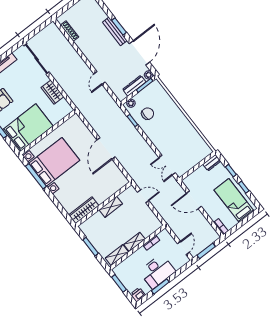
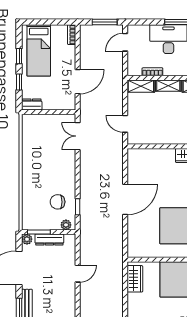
wardrobe: (52, 92) -> (135, 279), moved
double door: (167, 165) -> (78, 136), swing flipped
door: (194, 200) -> (78, 82), hinge flipped
shelving: (111, 207) -> (141, 86), moved

